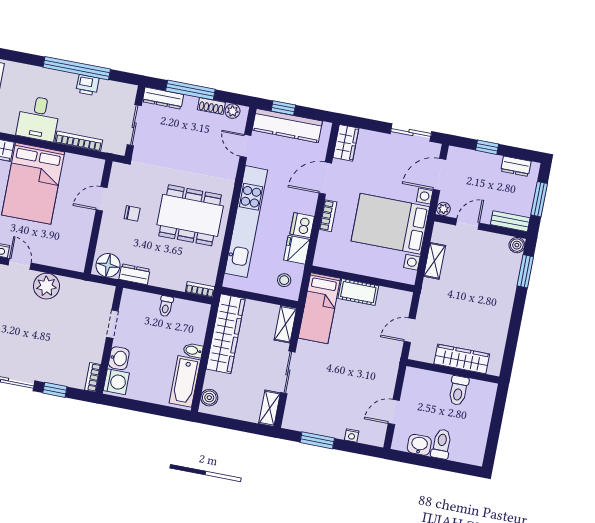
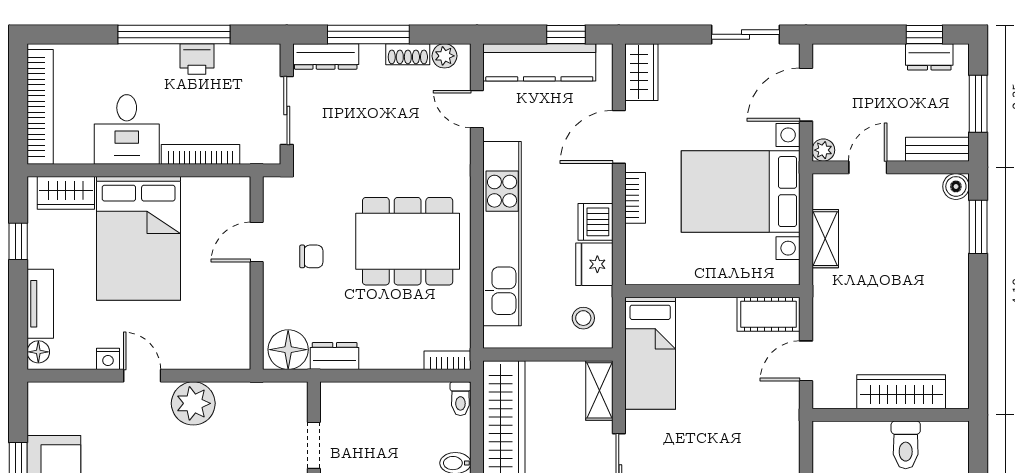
window: (283, 108) -> (566, 34), moved
window: (487, 147) -> (924, 34), moved
cot: (358, 292) -> (768, 314), moved
toilet: (166, 306) -> (460, 399), moved

